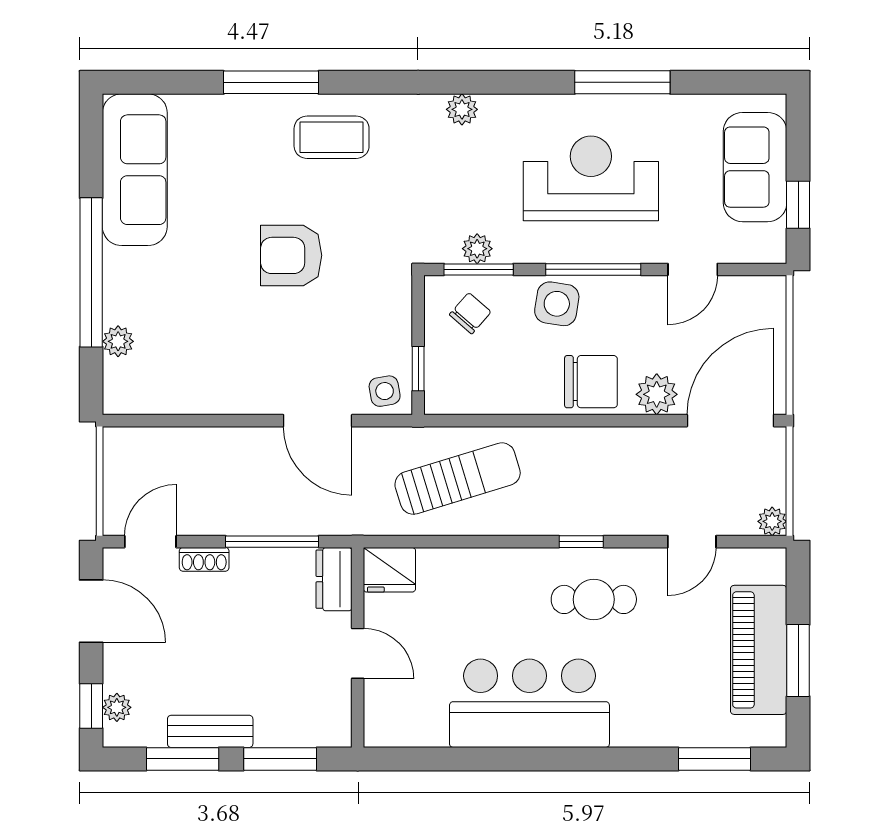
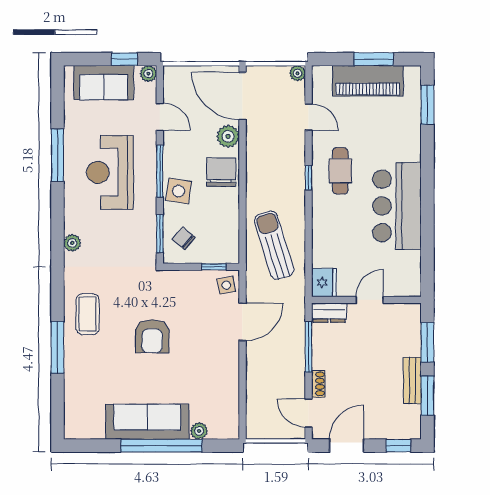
sofa: (135, 170) -> (147, 422), moved
plant: (477, 249) -> (148, 74), moved
plant: (117, 707) -> (399, 432), removed

